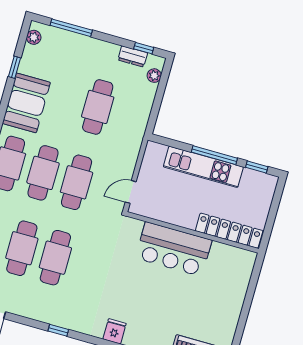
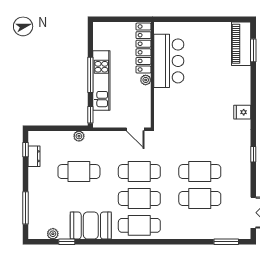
plant: (34, 37) -> (53, 234), moved
plant: (154, 76) -> (79, 136), moved
window: (257, 167) -> (90, 115), moved
plant: (189, 222) -> (146, 80), added
bar counter: (174, 249) -> (169, 61), moved

